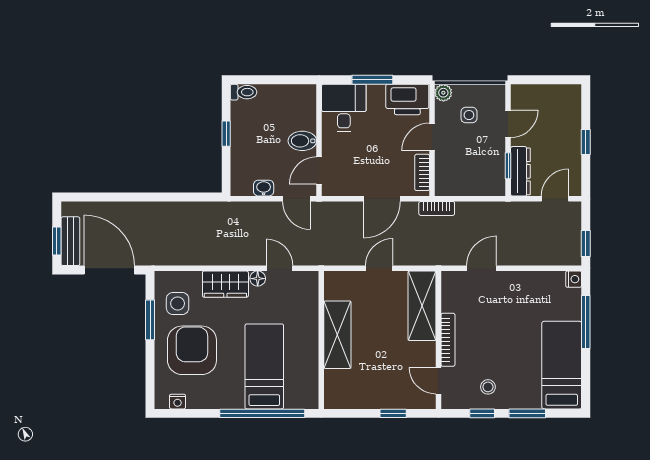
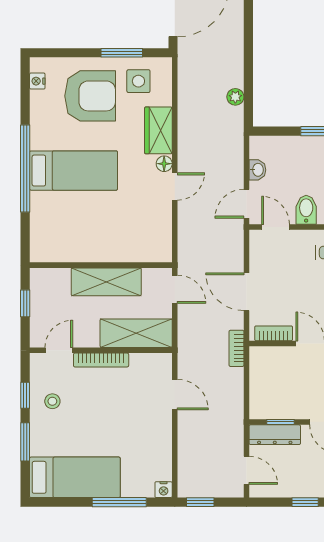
plant: (193, 210) -> (235, 97), added
shelving: (337, 335) -> (106, 282), moved
wall: (321, 340) -> (101, 265), moved

